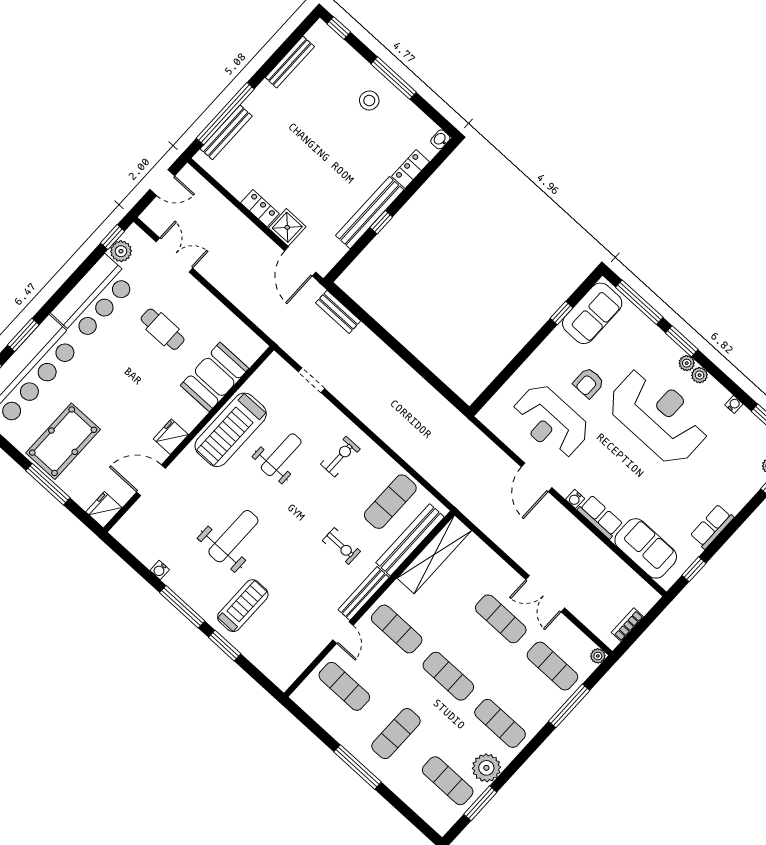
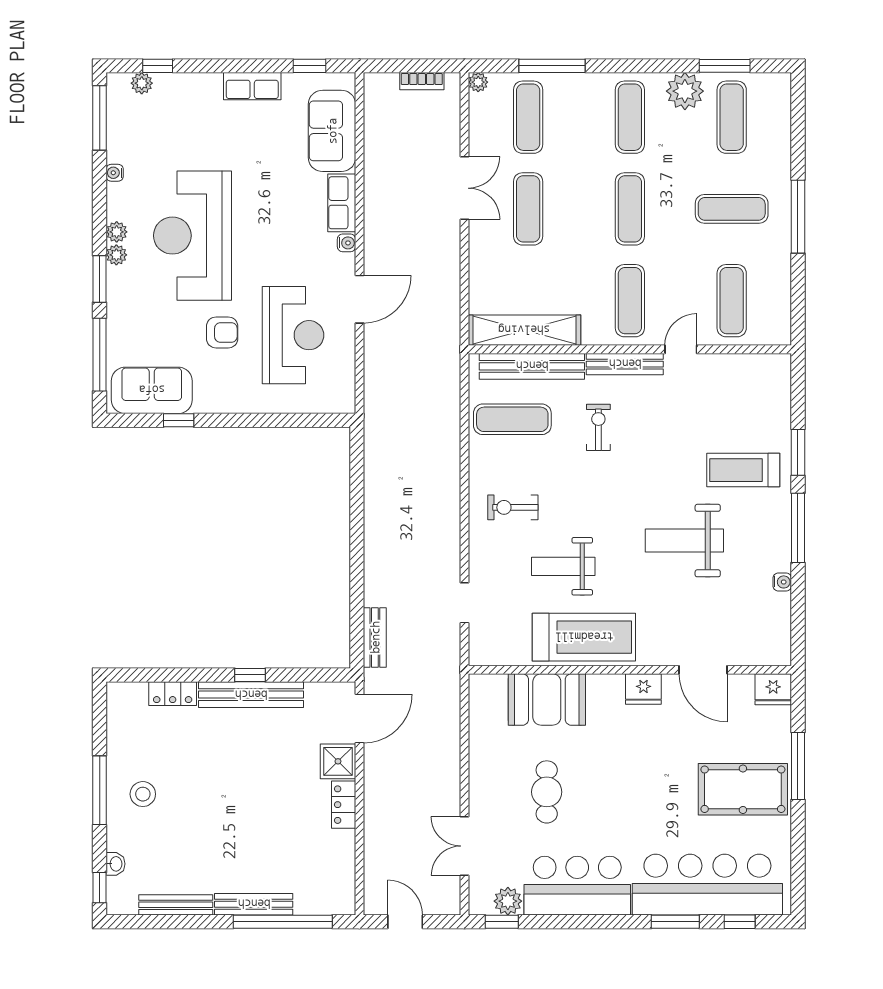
bench: (226, 132) -> (254, 904), moved
washbasin: (440, 139) -> (115, 864), moved, turned -90

